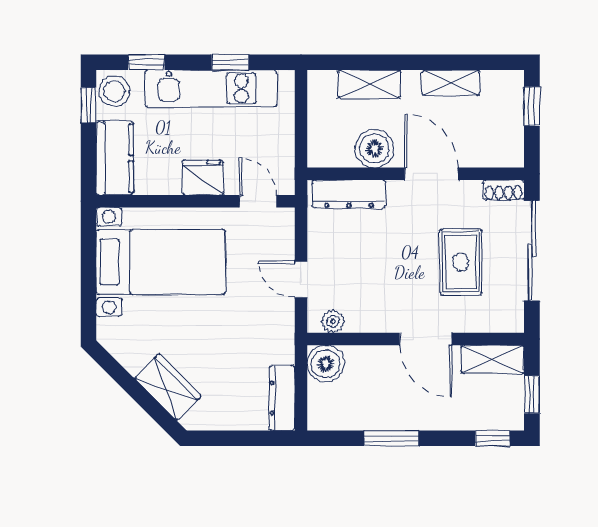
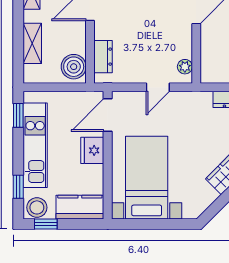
window: (230, 62) -> (18, 115), moved
boiler: (375, 148) -> (74, 67), moved
dresser: (349, 194) -> (103, 57), width x0.70
door: (258, 201) -> (108, 115), width x1.38
boiler: (326, 364) -> (212, 71), removed

